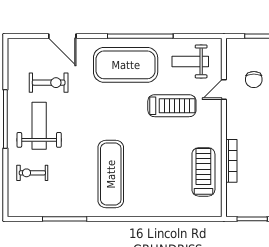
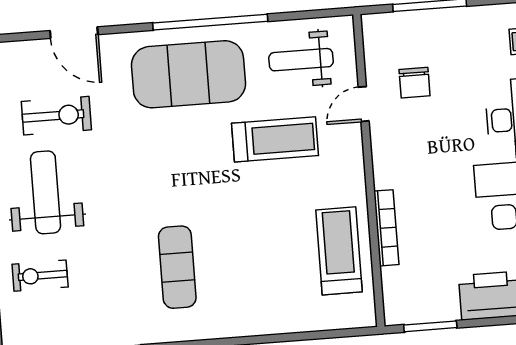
exercise mat: (111, 174) -> (177, 267), width x0.73, depth x0.69

